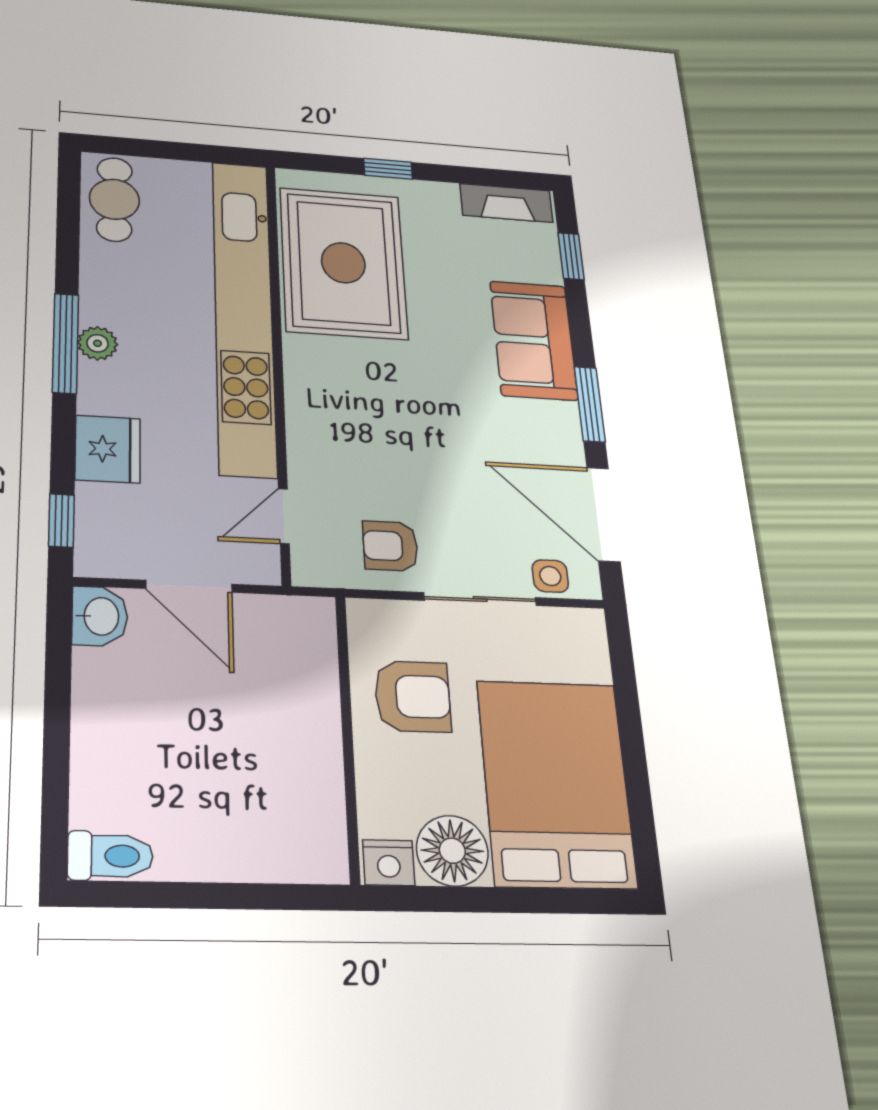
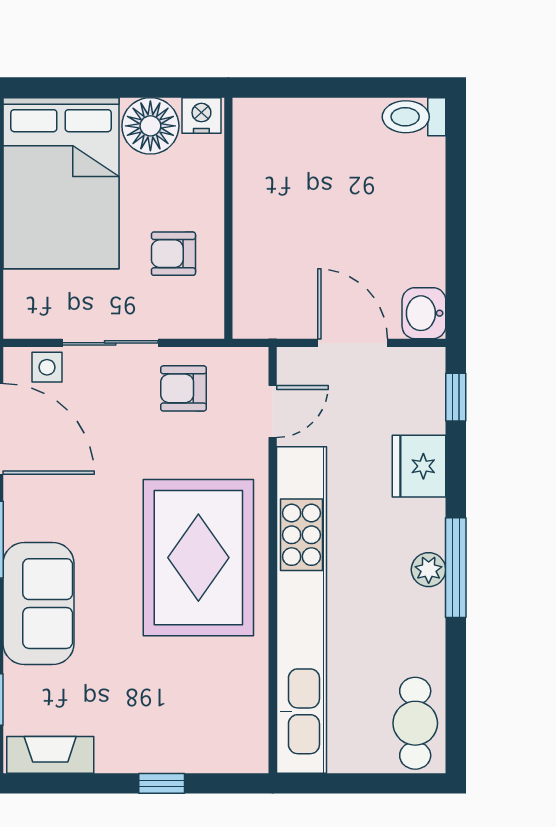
rug: (343, 263) -> (198, 558), moved
armchair: (390, 546) -> (183, 388), turned 180
armchair: (413, 696) -> (173, 254), width x0.72, depth x0.72

